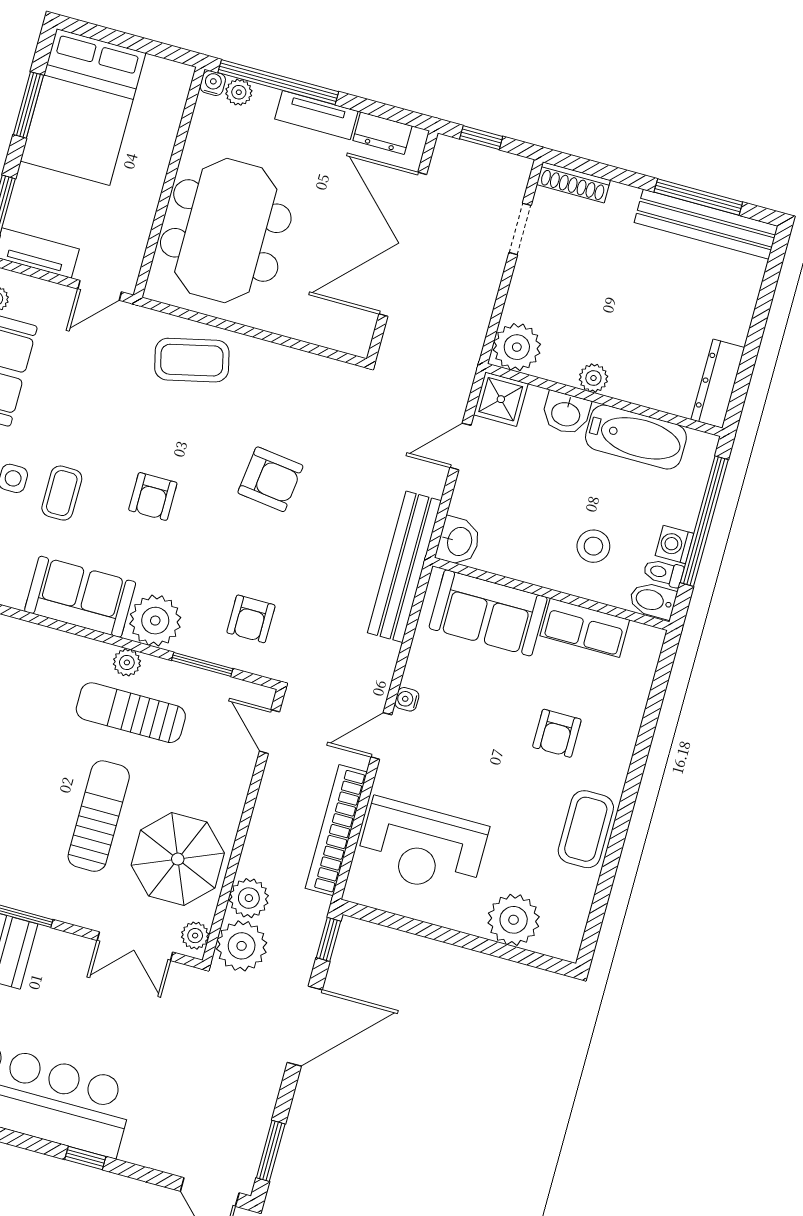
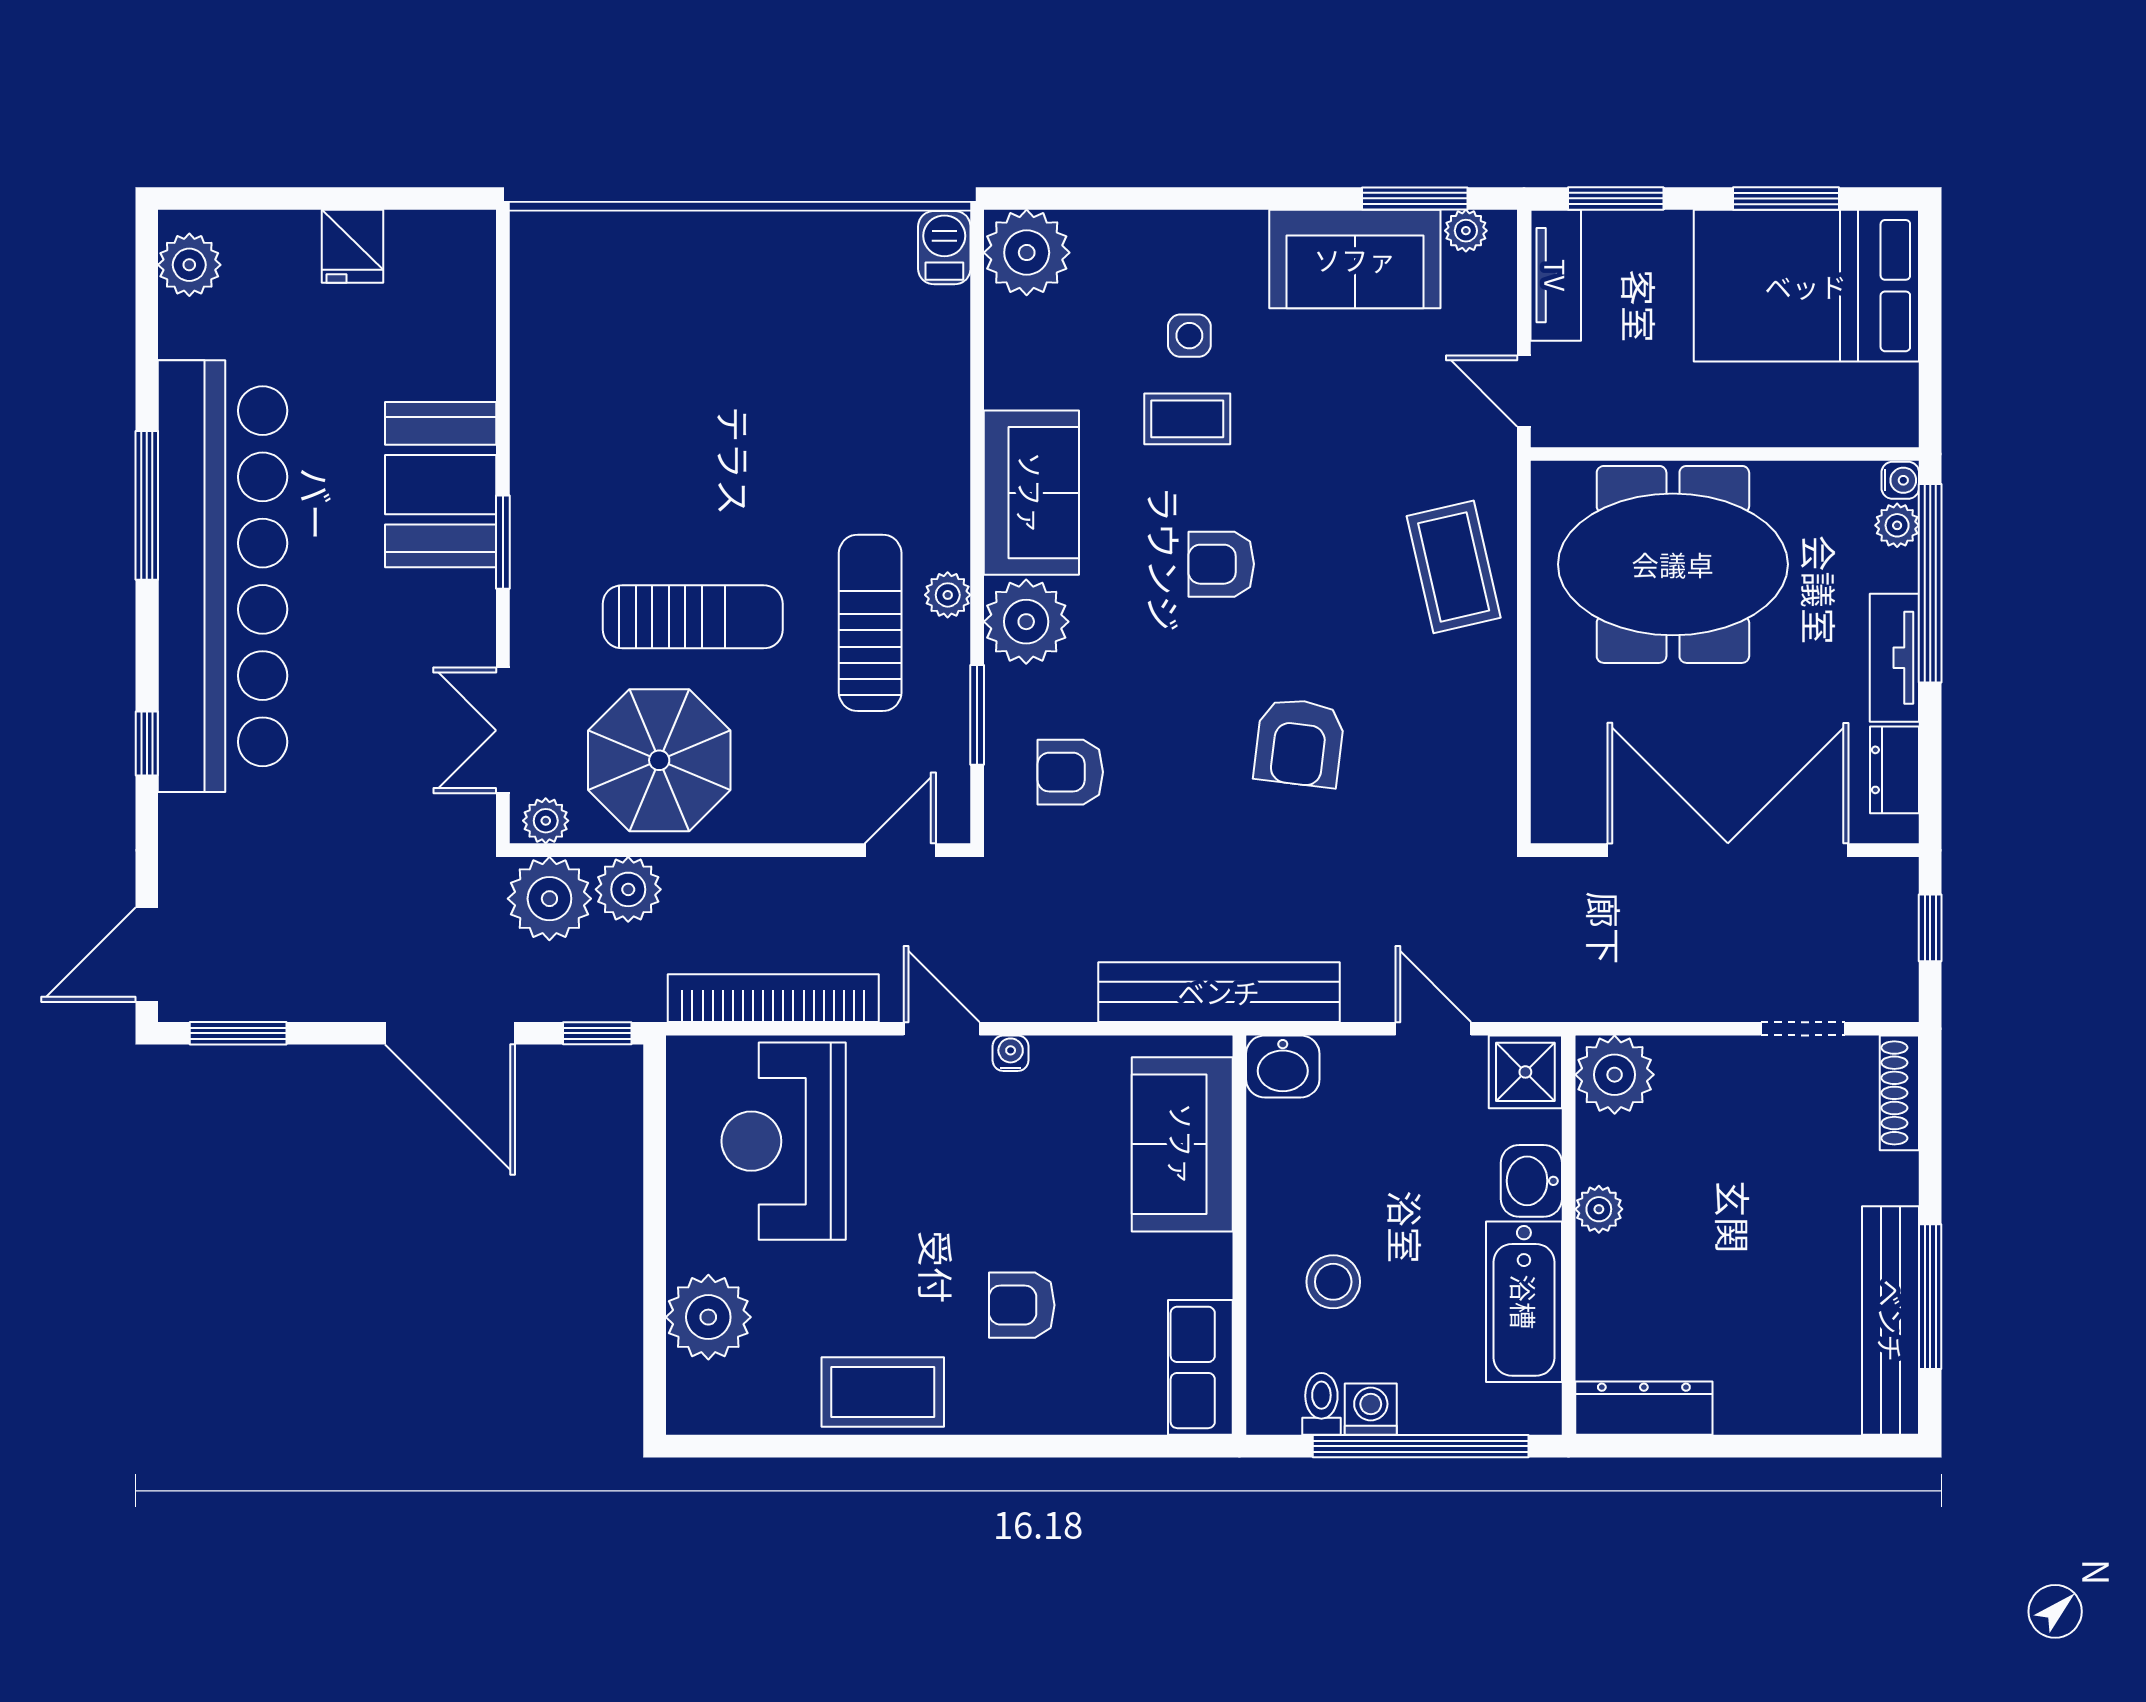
bidet: (653, 600) -> (1273, 1399), removed
row of seats: (585, 628) -> (1200, 1367), moved

